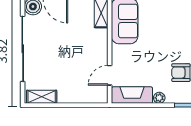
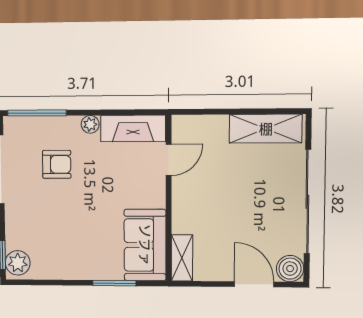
shelving: (42, 97) -> (266, 129), width x1.50, depth x1.33

